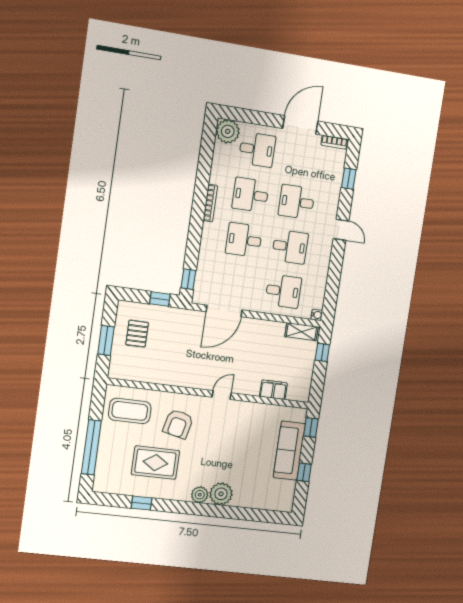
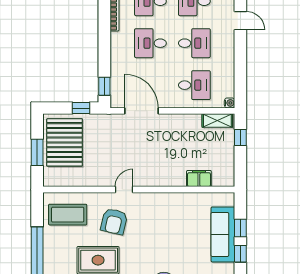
door: (224, 311) -> (142, 111), swing flipped
pallet: (137, 334) -> (65, 142), width x2.05, depth x2.00
door: (222, 395) -> (124, 190), moved
window: (311, 427) -> (240, 228), moved

